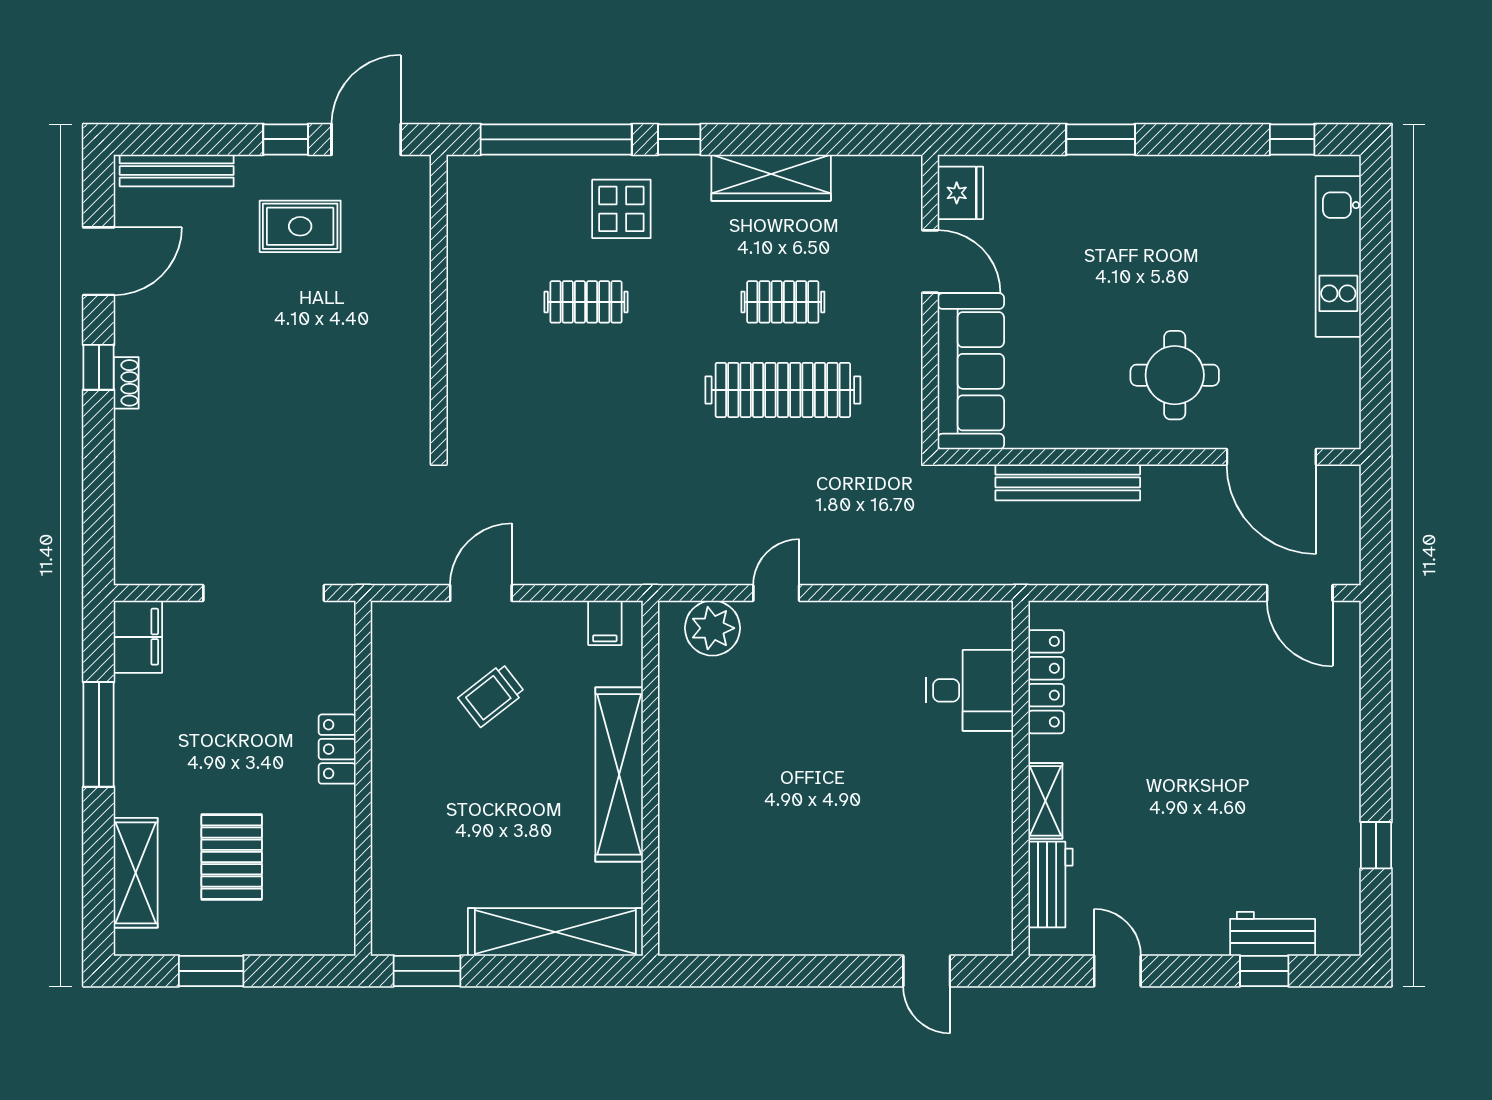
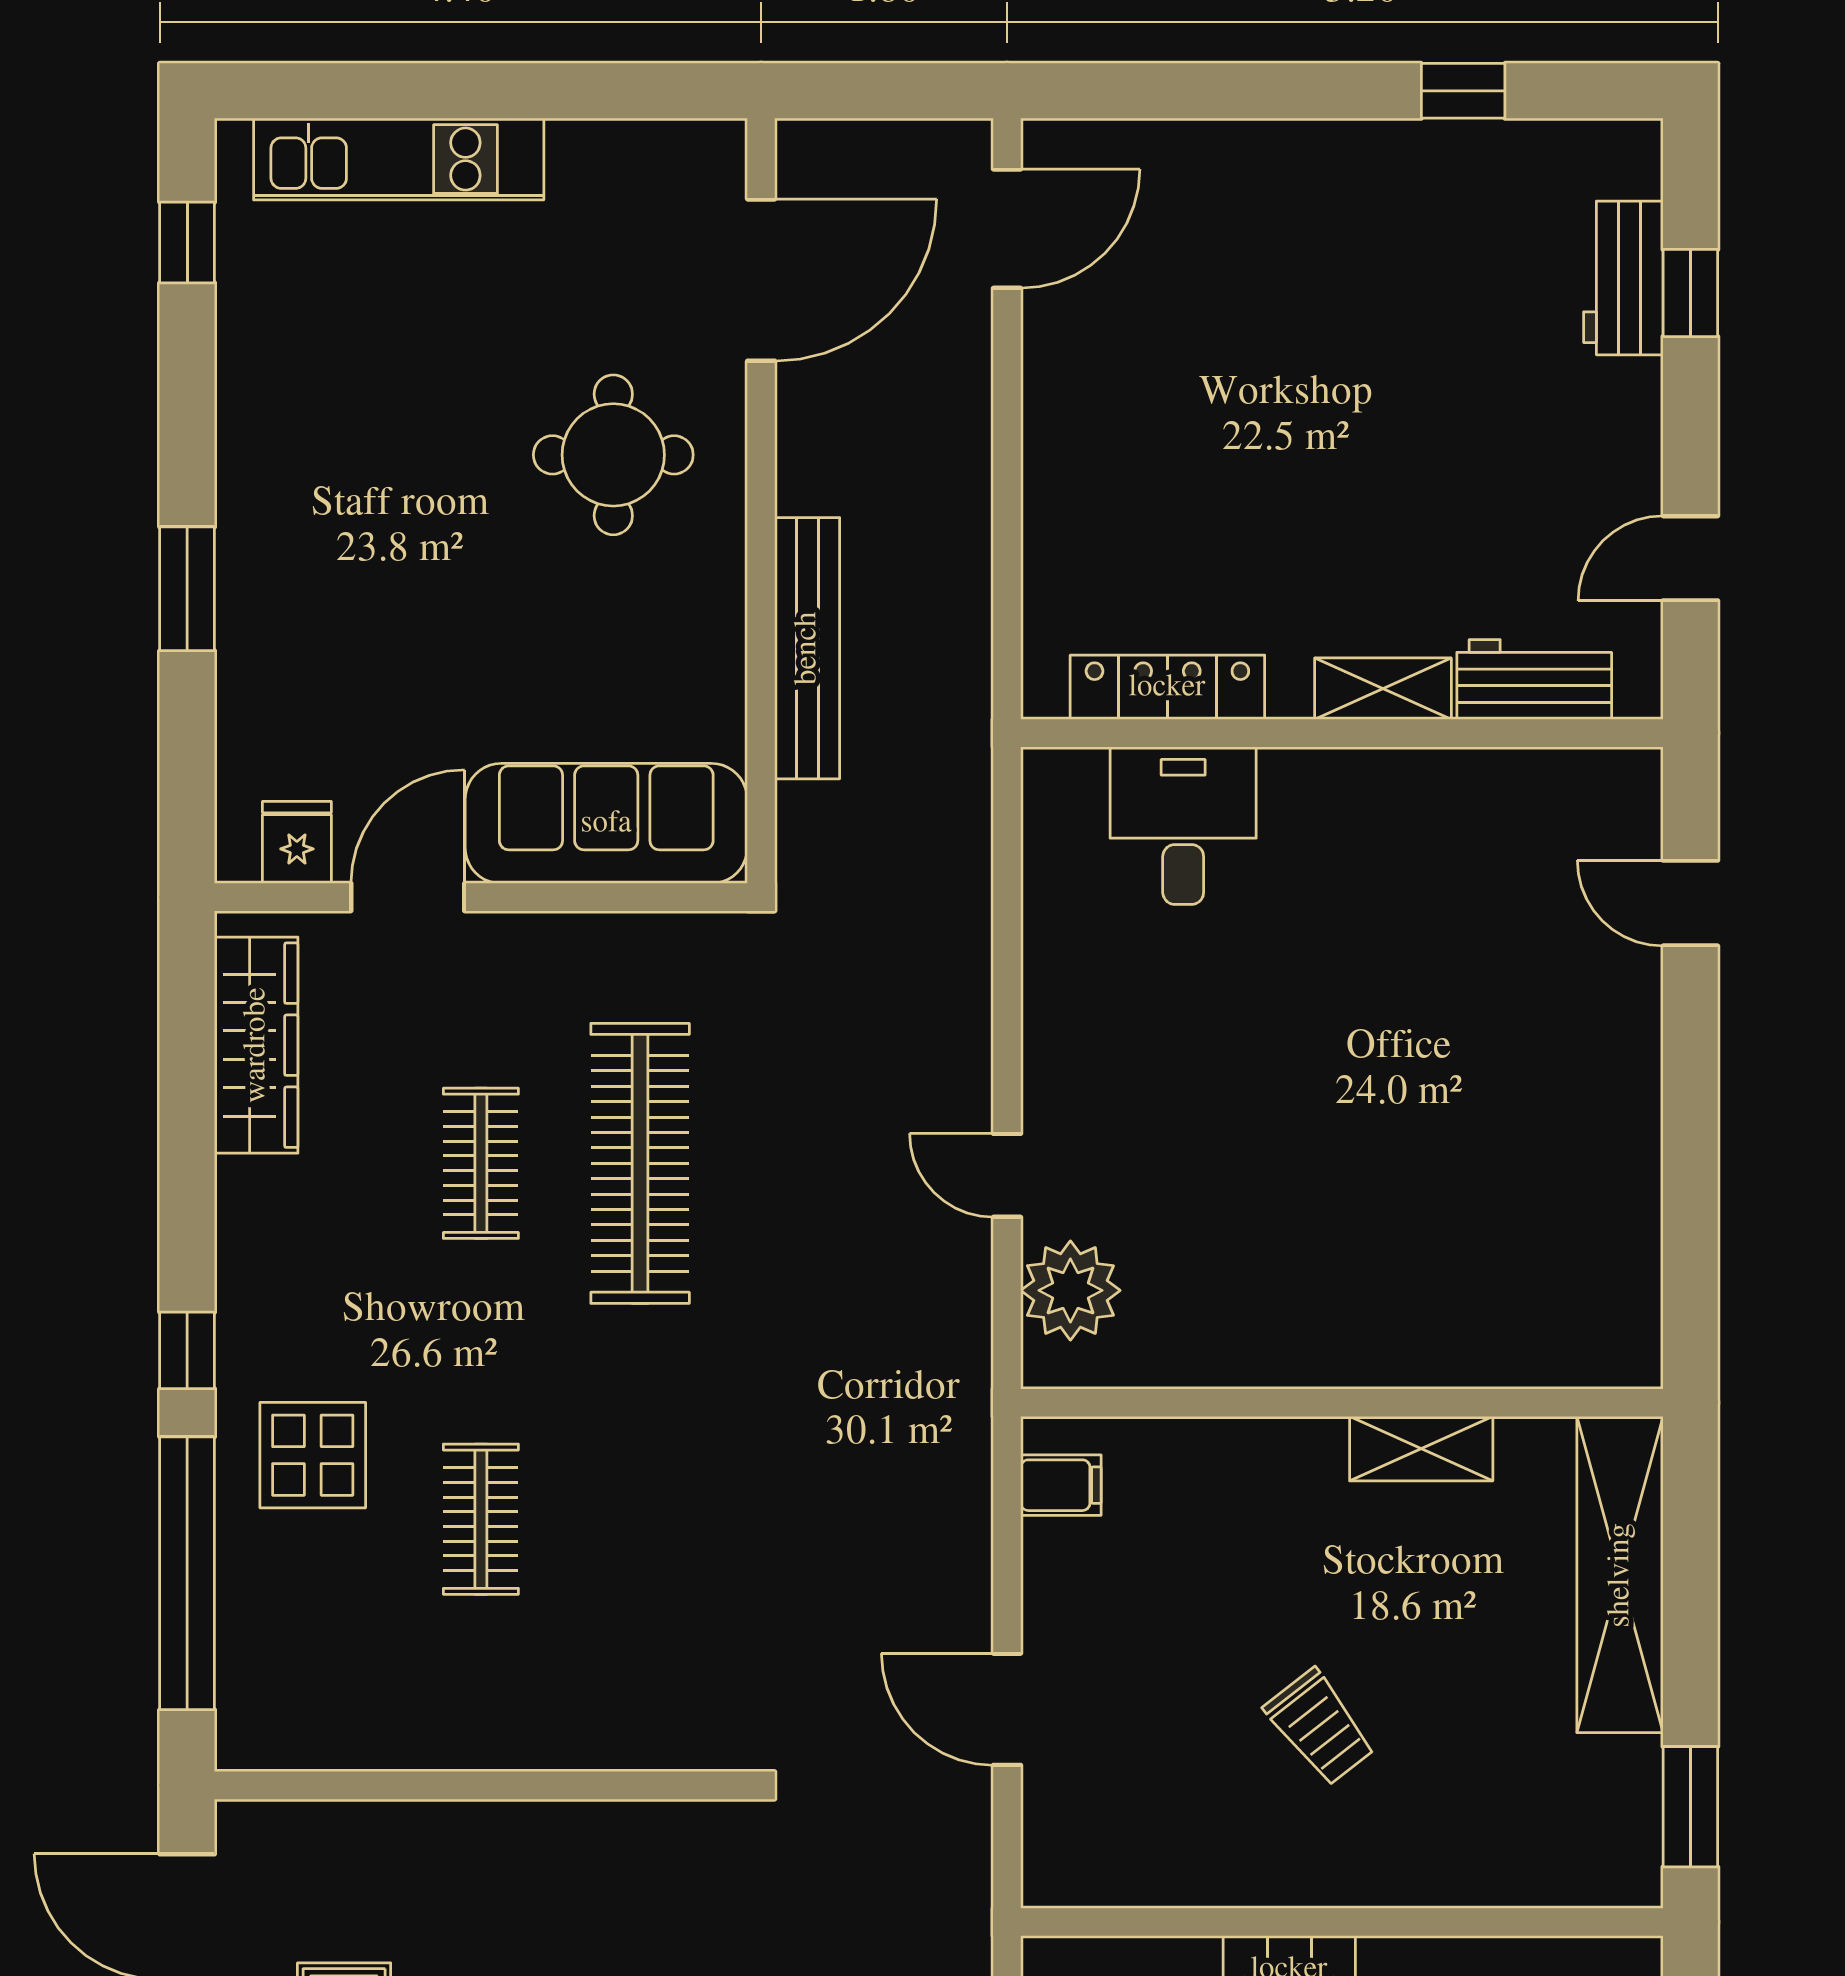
wardrobe: (771, 178) -> (256, 1045), moved
fridge: (960, 193) -> (297, 842), width x0.72
trolley: (491, 695) -> (1320, 1727), moved
shelving: (619, 774) -> (1421, 1449), width x0.45, depth x0.75
door: (927, 971) -> (1690, 903), swing flipped

